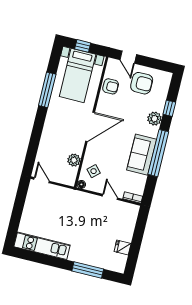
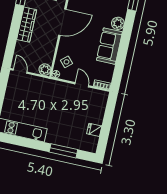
plant: (154, 119) -> (118, 23), moved
wardrobe: (50, 129) -> (27, 25), added
window: (158, 153) -> (124, 44), removed
plant: (74, 160) -> (45, 70), moved

